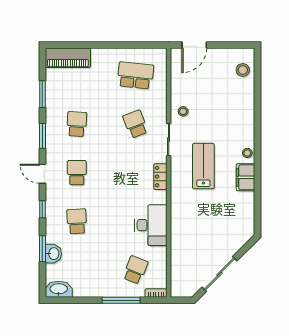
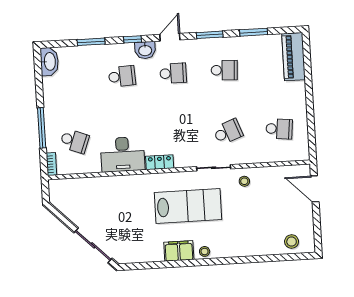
school desk: (135, 75) -> (279, 129), width x0.54
lab bench: (203, 166) -> (188, 206), width x1.36, depth x1.39
locker: (160, 177) -> (160, 162), moved
washbasin: (53, 254) -> (145, 50), moved
sliding door: (219, 274) -> (93, 245), moved

